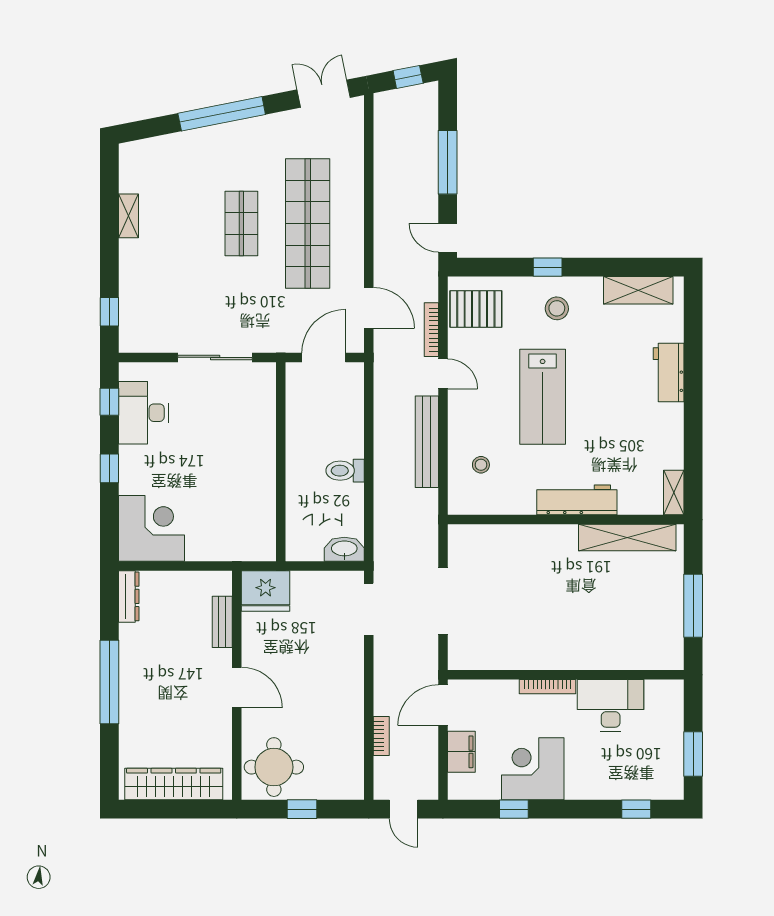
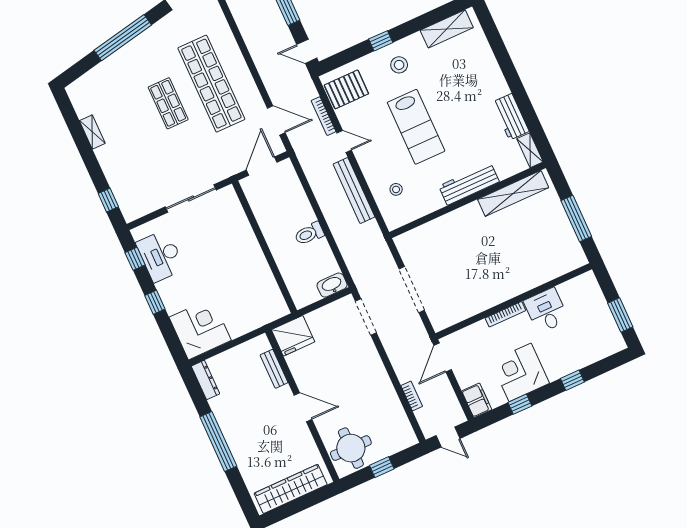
workbench: (669, 372) -> (511, 117), moved
desk: (611, 705) -> (546, 311), width x0.73
filing cabinet: (461, 752) -> (477, 400), moved
window: (636, 809) -> (572, 380), moved

